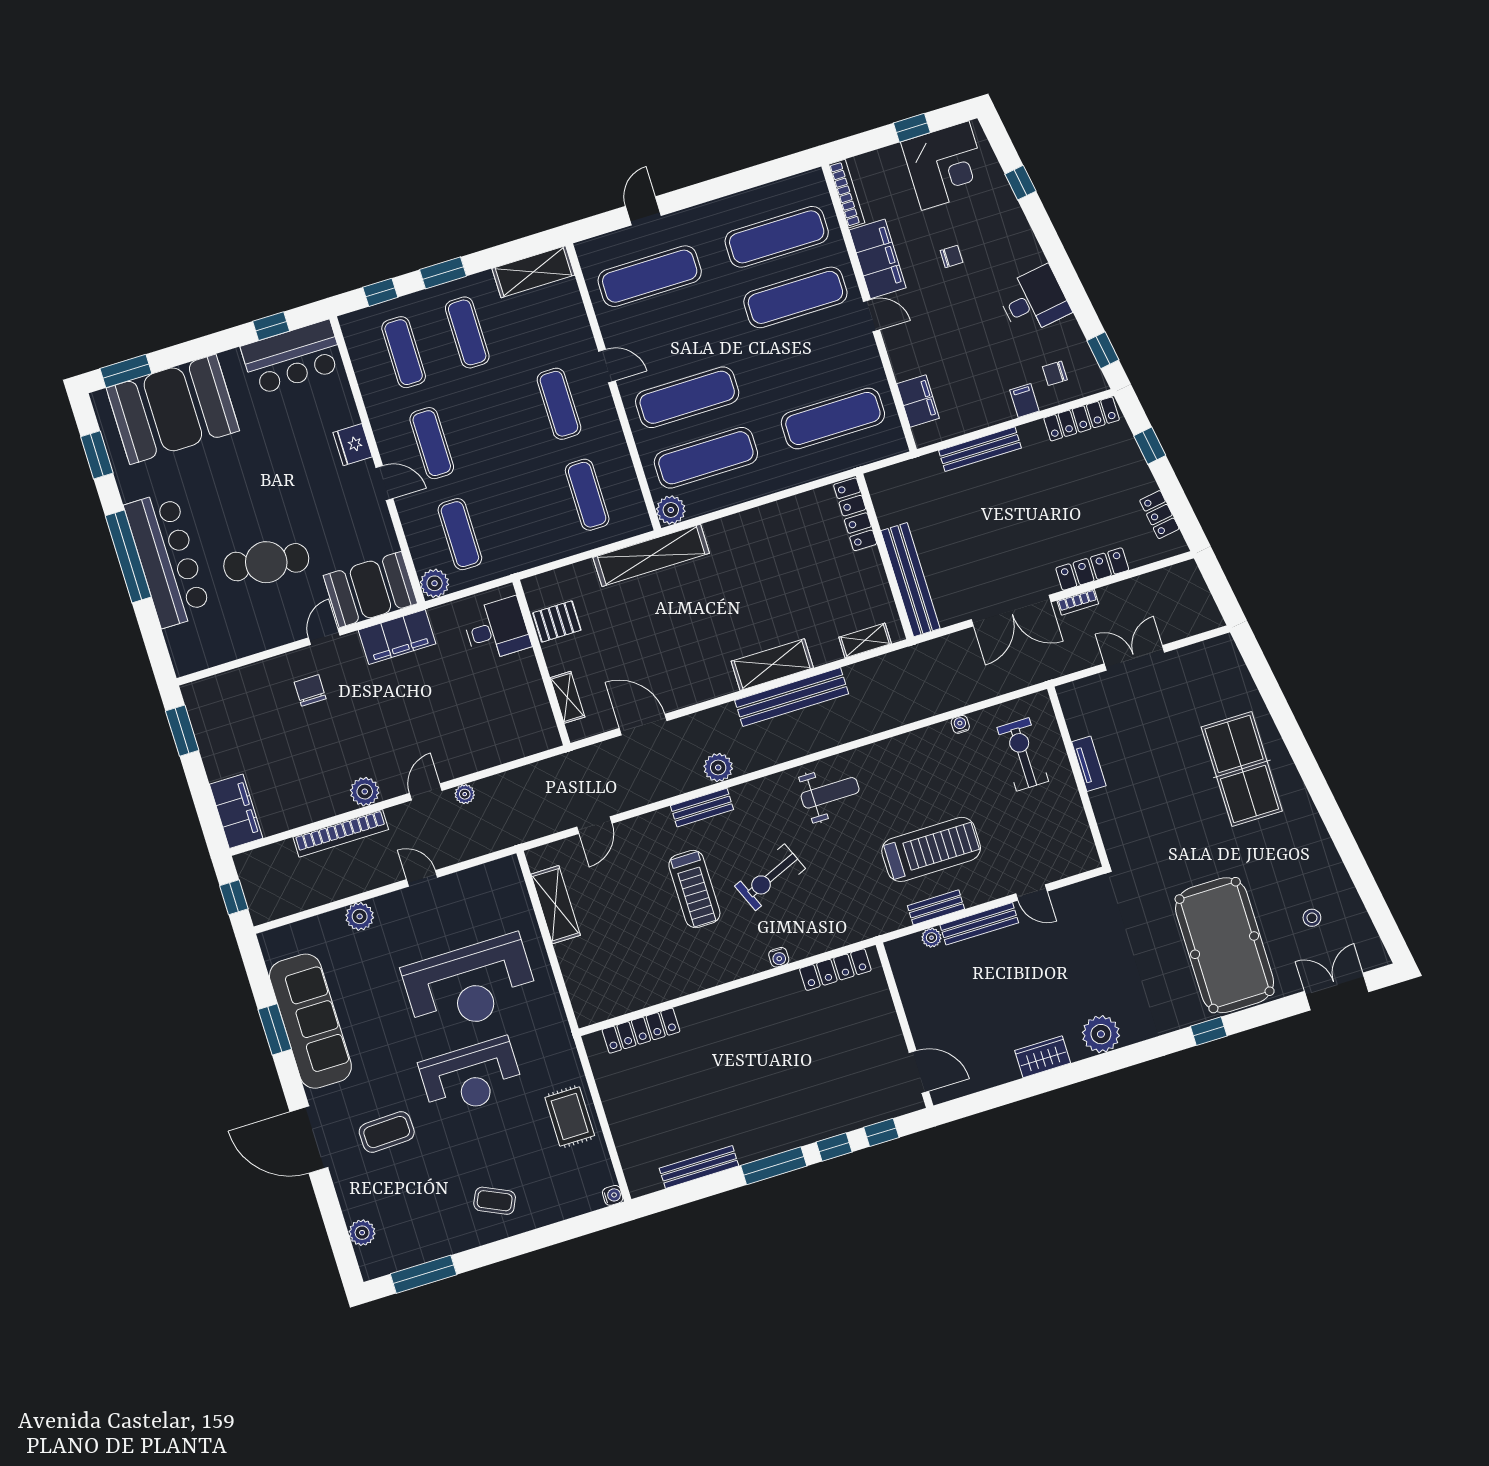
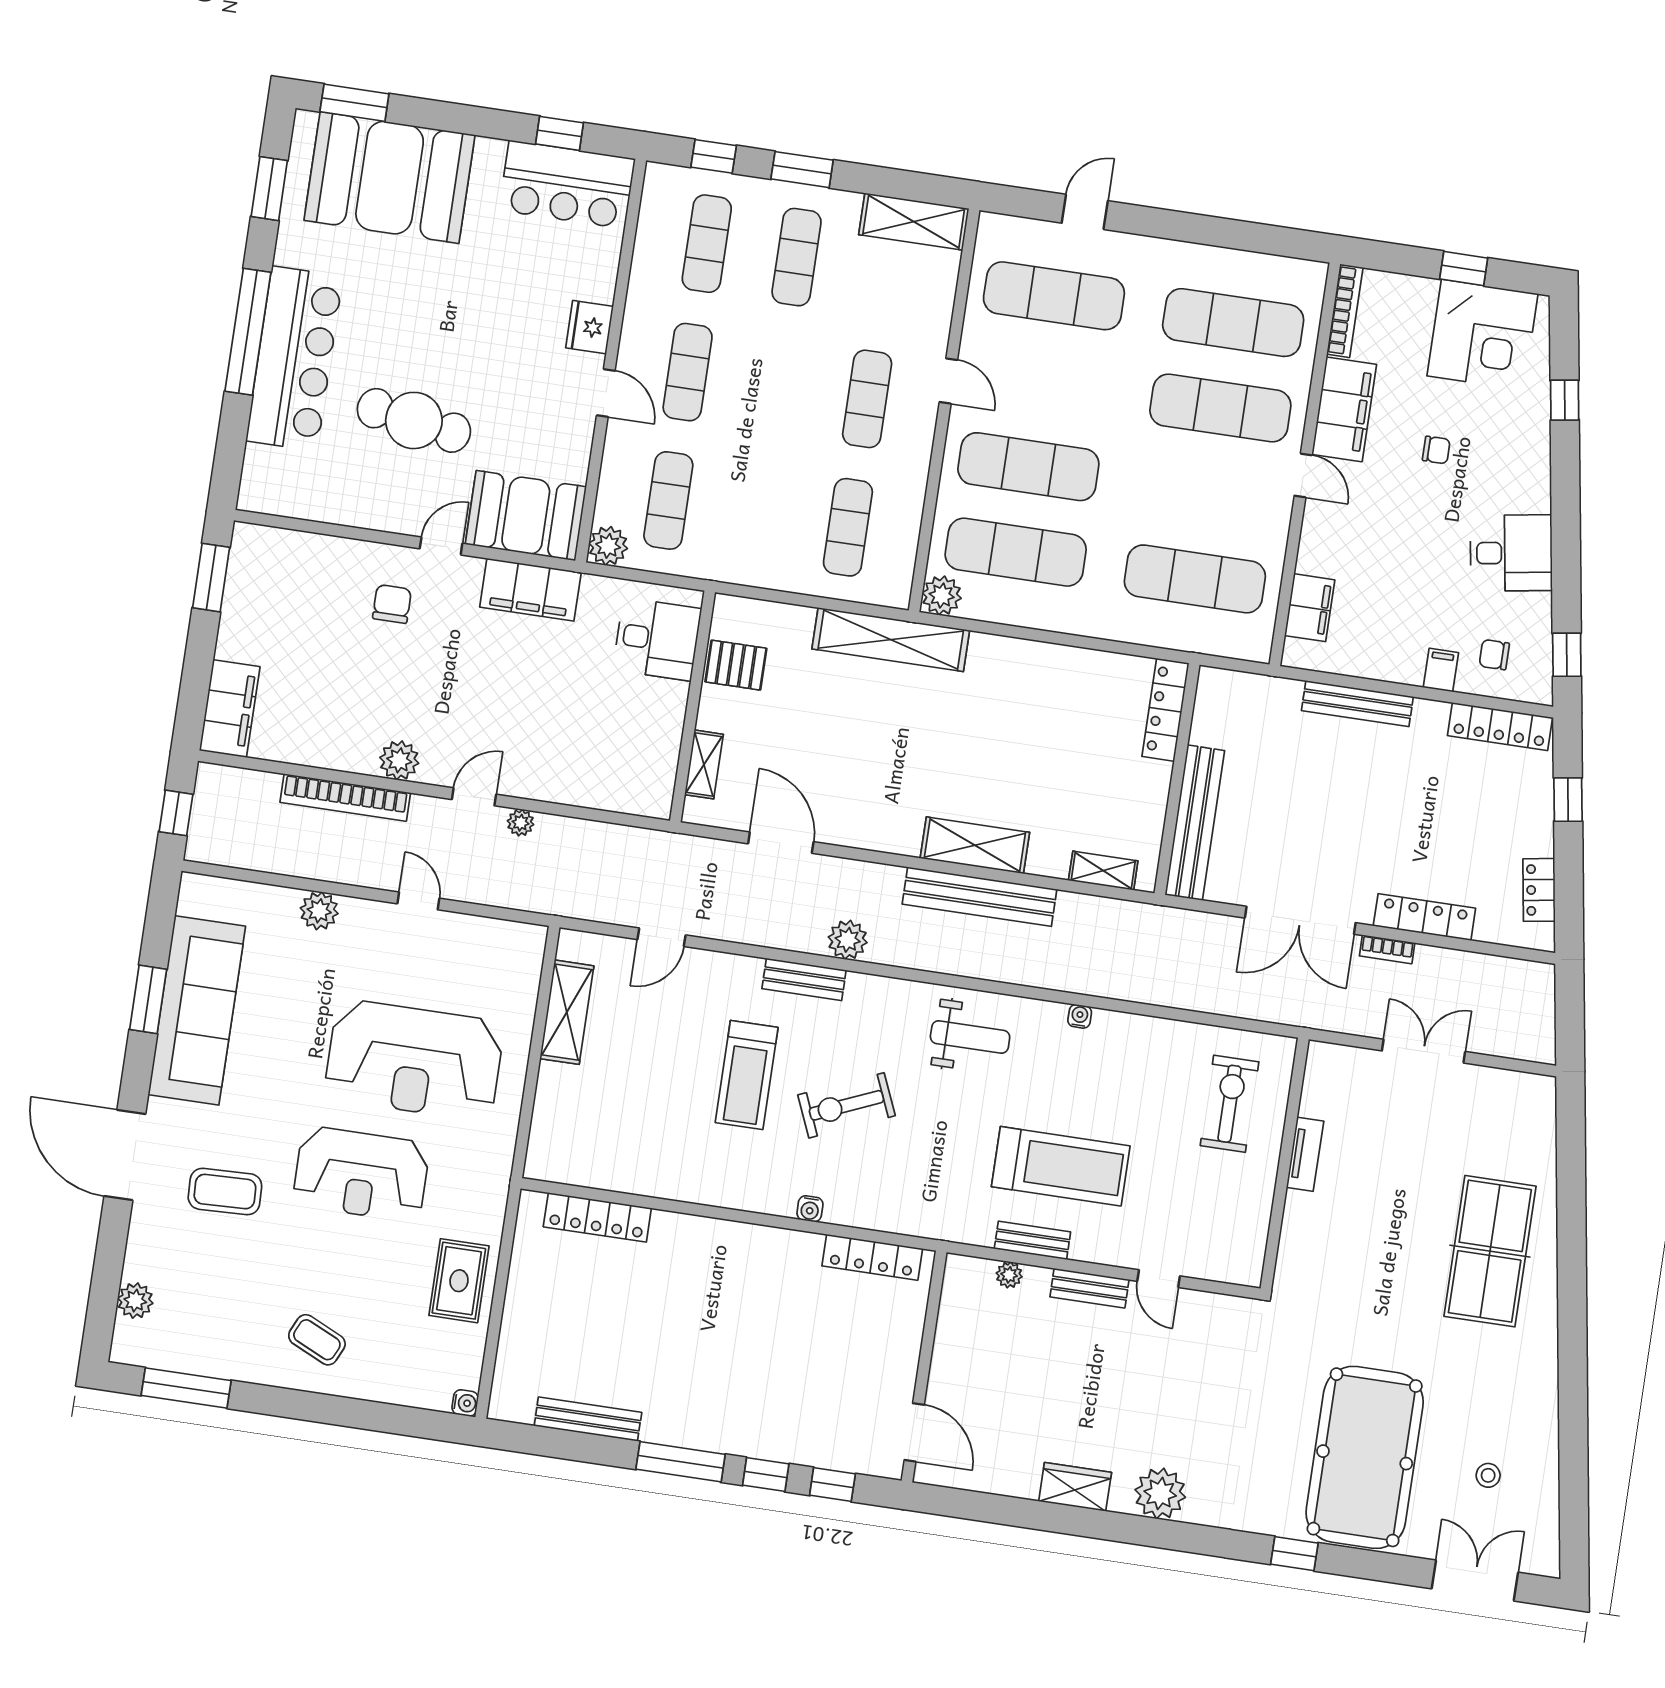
water cooler: (960, 724) -> (1080, 1016), moved
bench: (979, 924) -> (1089, 1288), width x0.73

